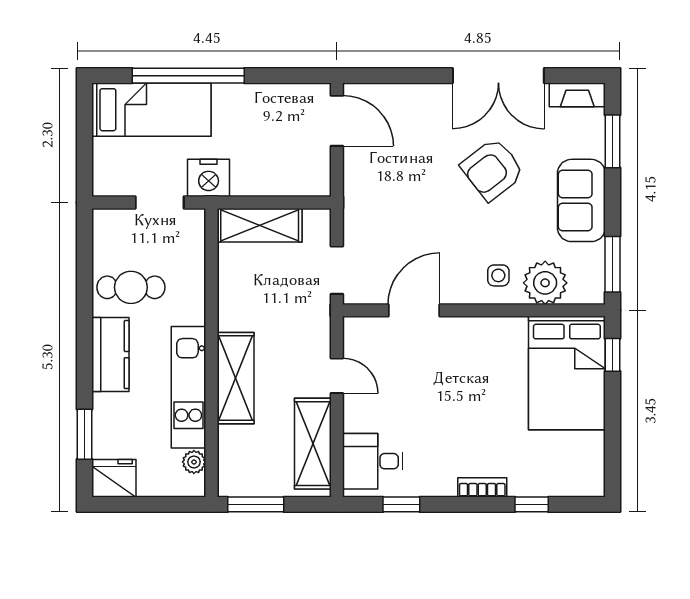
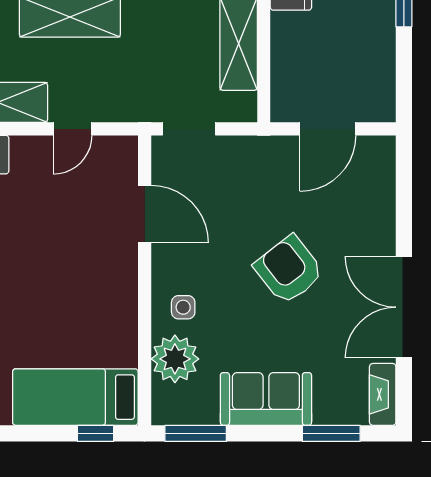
door: (337, 121) -> (328, 129), moved
armchair: (492, 169) -> (289, 270), moved
bed: (567, 373) -> (75, 397), width x0.67

